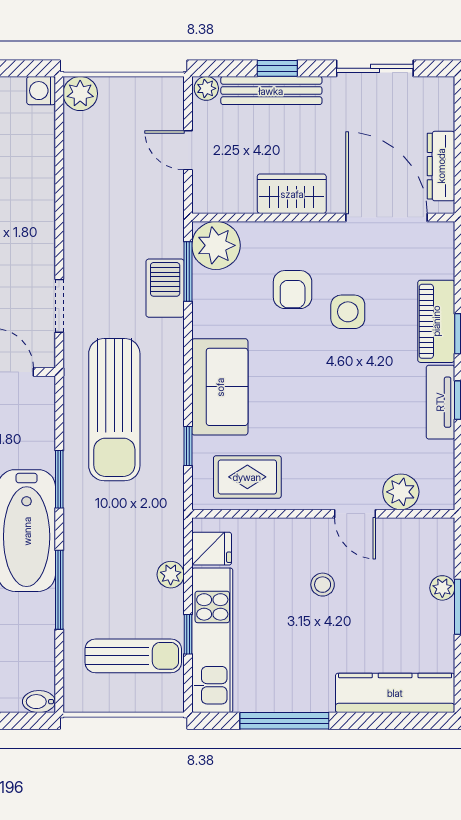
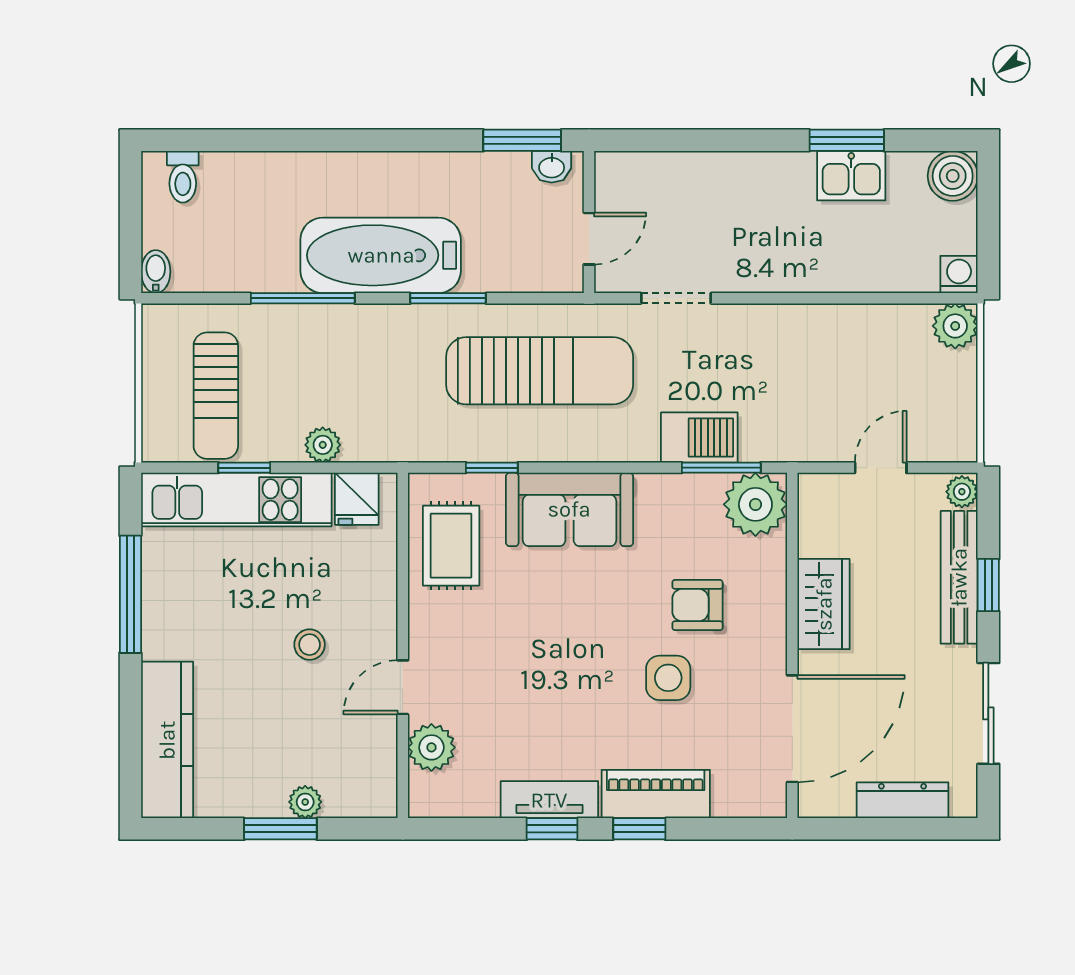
dresser: (441, 166) -> (902, 800), moved
sun lounger: (114, 410) -> (540, 371), turned 180

